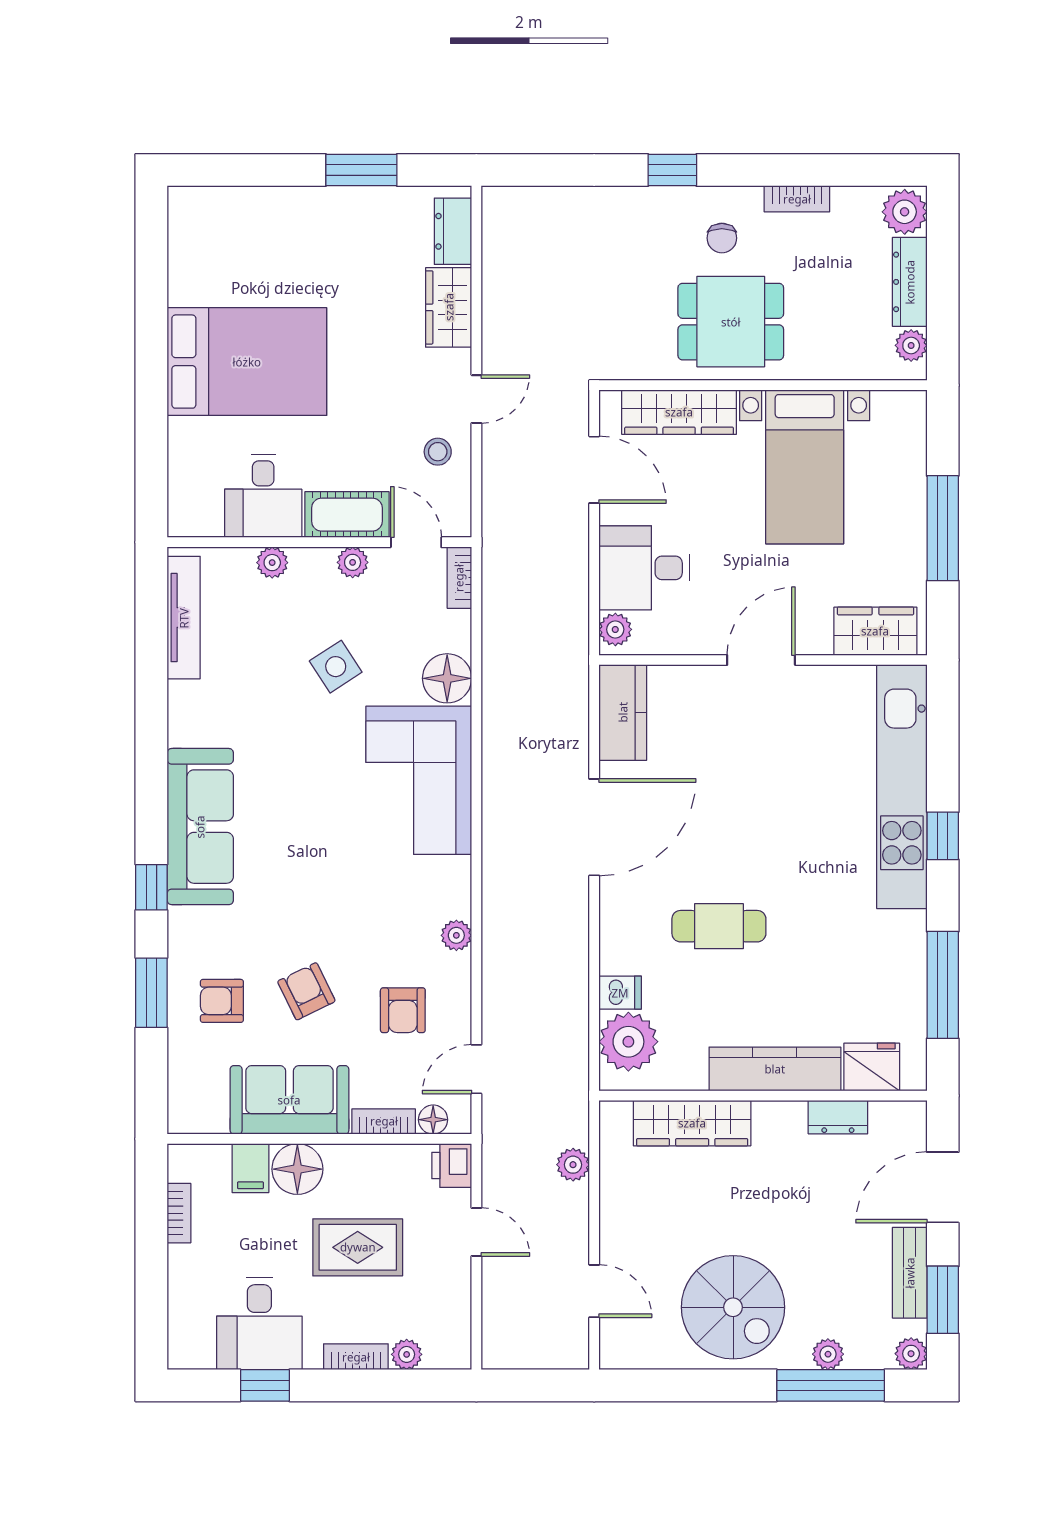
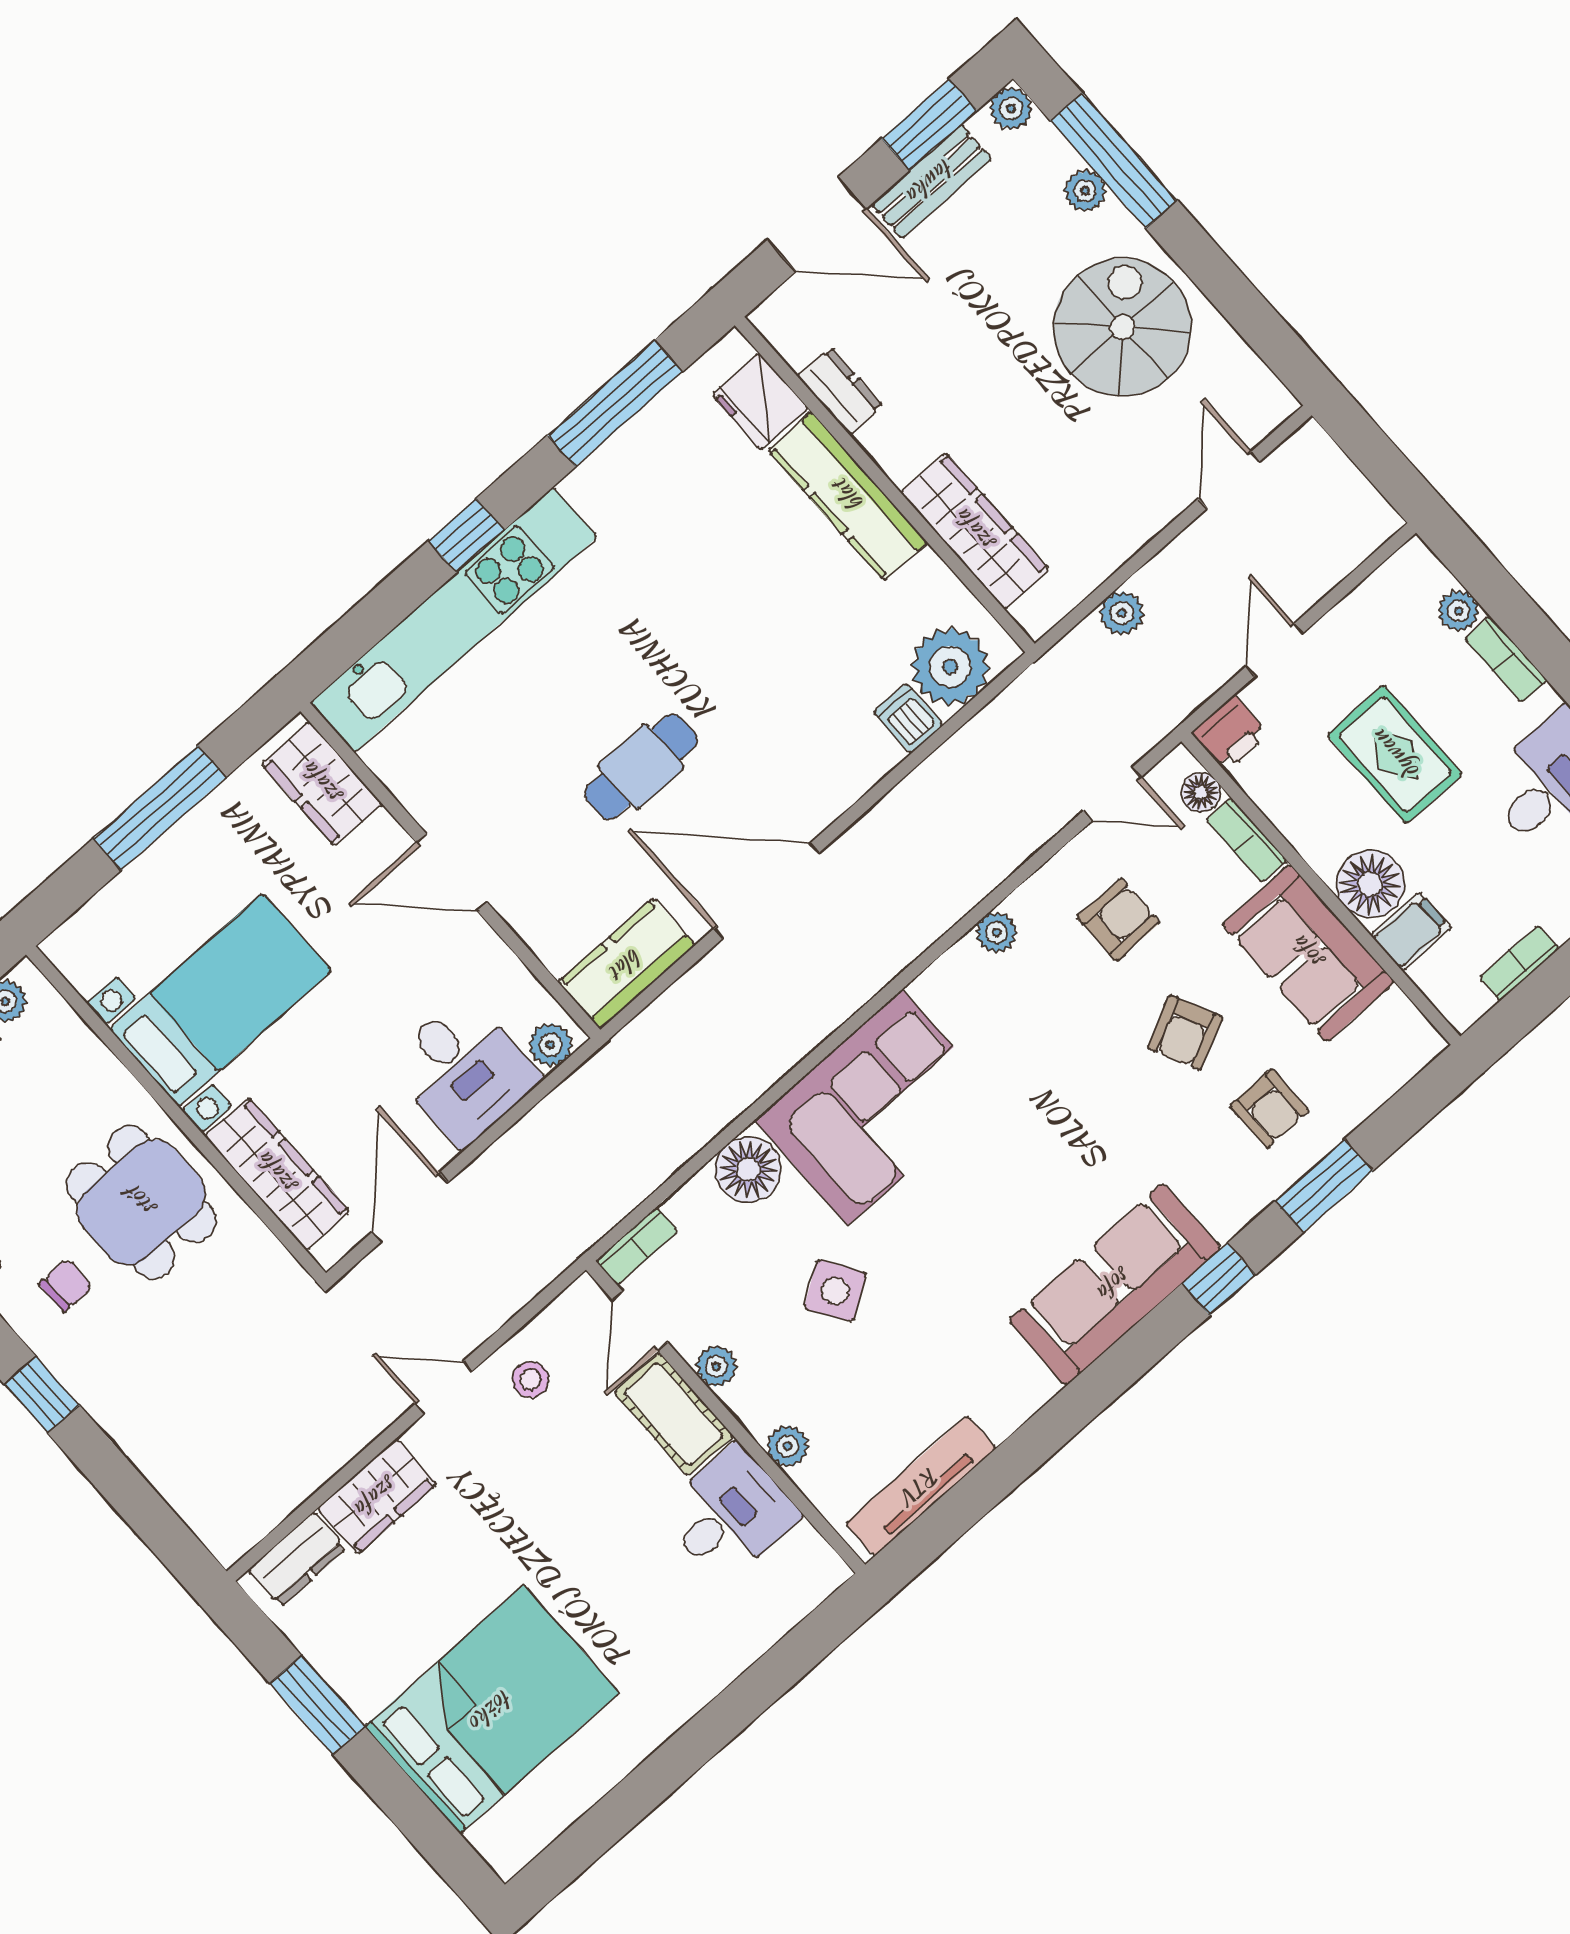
bed: (247, 362) -> (492, 1710), moved, turned 90
cafe table: (719, 926) -> (641, 767), moved, turned 90

